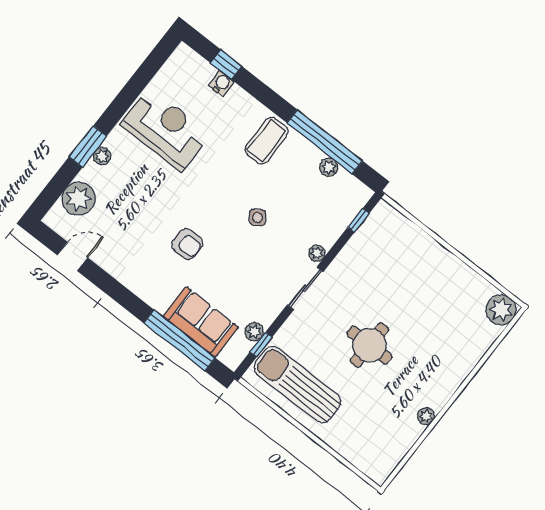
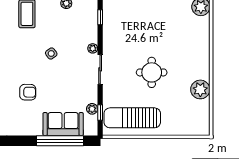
plant: (426, 416) -> (200, 89), width x1.88, depth x1.88

